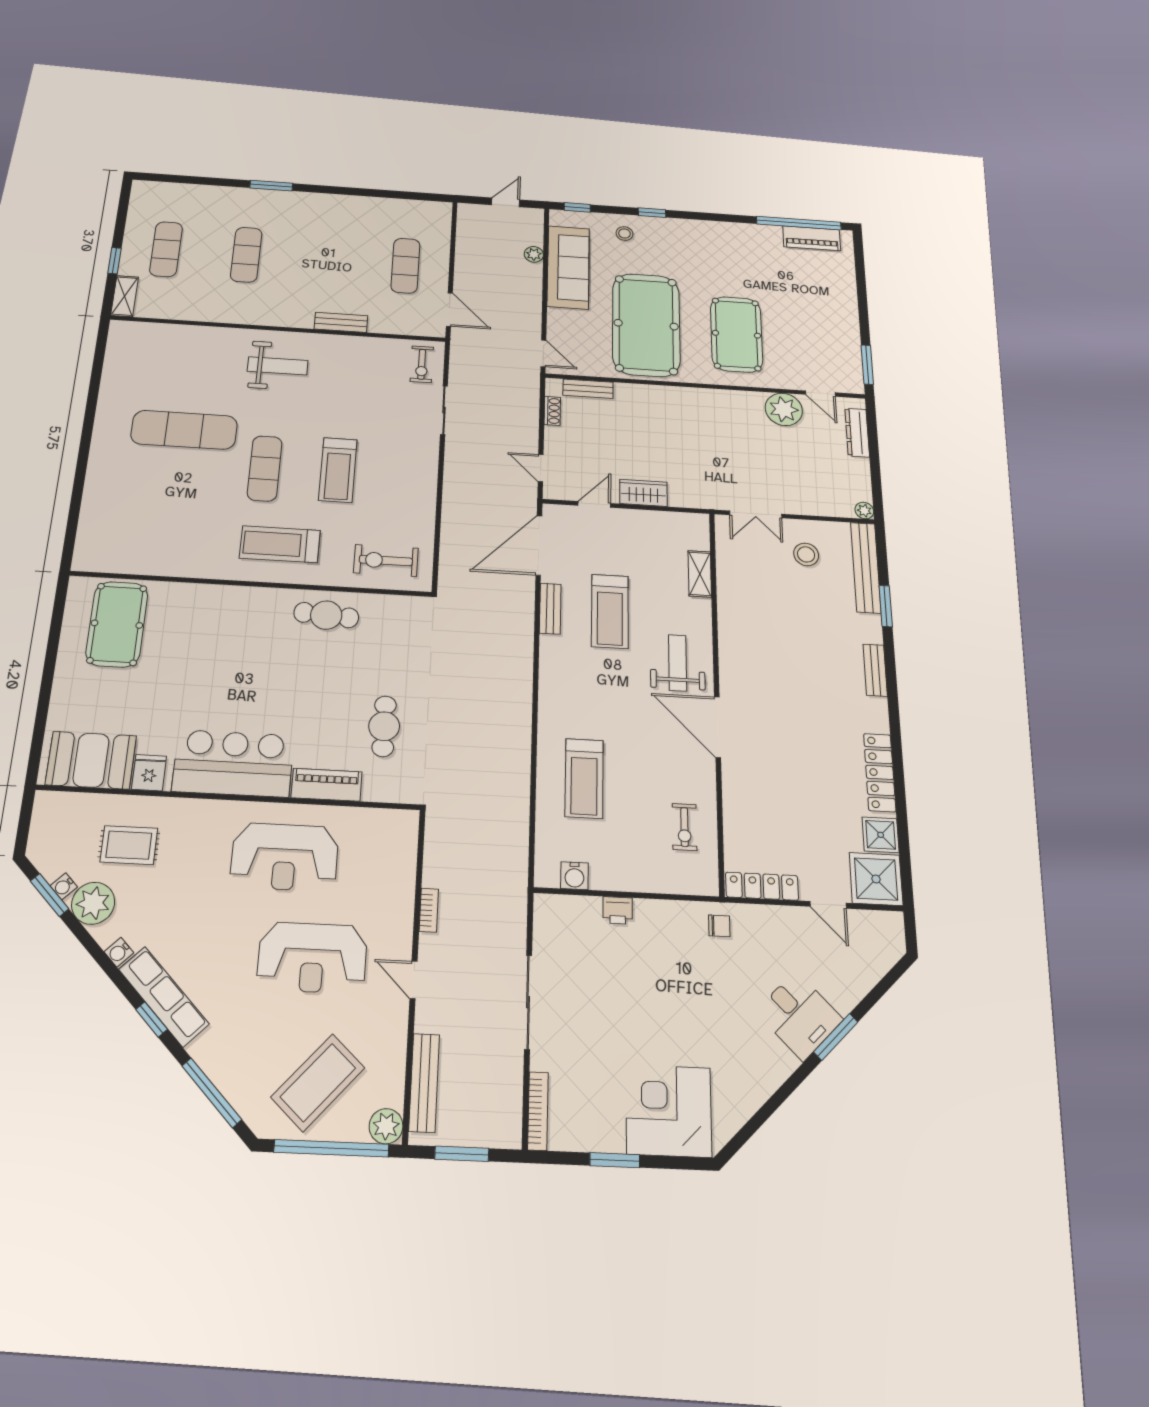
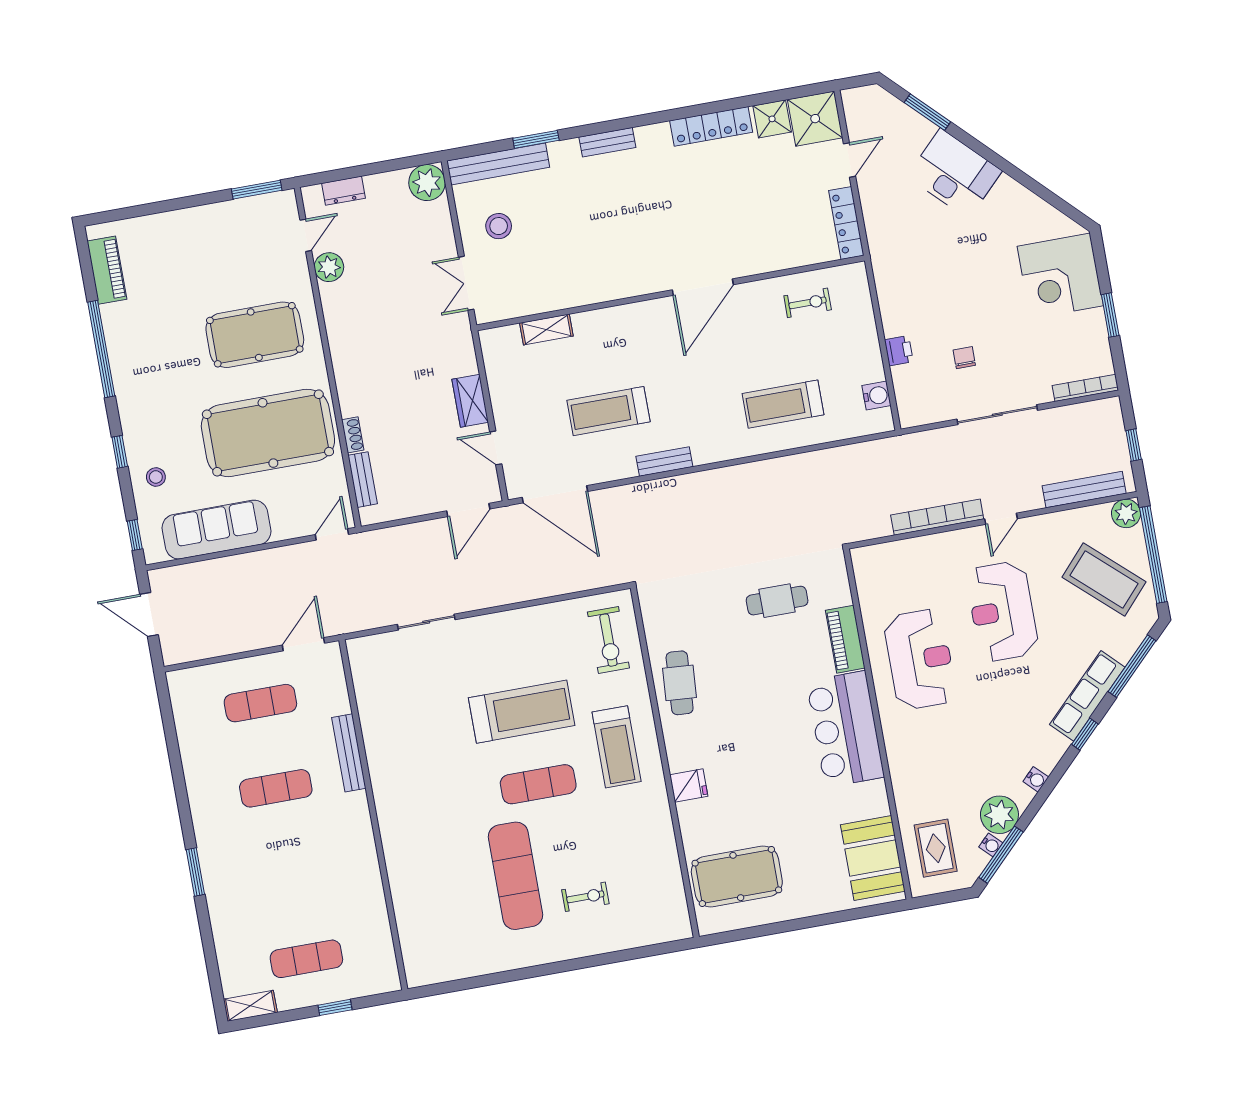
door: (506, 202) -> (149, 615), width x1.38
window: (799, 223) -> (101, 349), moved
plant: (534, 254) -> (210, 570), removed
exercise mat: (246, 255) -> (276, 788), moved
shelving: (125, 296) -> (250, 1006), moved
bench: (341, 322) -> (349, 753), width x1.36
exercise bike: (422, 364) -> (585, 897), moved
weight bench: (278, 366) -> (418, 804), removed
plant: (784, 409) -> (329, 267), width x0.73, depth x0.73
shoe rack: (552, 411) -> (353, 435), moved, turned 90
dresser: (857, 433) -> (343, 191), width x0.70
door: (541, 468) -> (468, 510), width x1.38
treadmill: (338, 470) -> (522, 712), width x1.37, depth x1.38
plant: (864, 511) -> (427, 183), width x1.88, depth x1.88
double door: (756, 514) -> (466, 283), swing flipped
bench: (550, 609) -> (664, 462), moved
treadmill: (610, 611) -> (609, 411), turned 180
weight bench: (678, 663) -> (647, 336), removed
fridge: (149, 773) -> (689, 785), moved, turned 180
treadmill: (584, 778) -> (783, 404), turned 180
rug: (129, 845) -> (936, 848), moved
window: (50, 895) -> (1001, 855), width x1.44
bookcase: (429, 910) -> (937, 517), width x2.31, depth x1.31
chair: (719, 926) -> (964, 358), moved
reception desk: (312, 958) -> (1002, 611), turned 180
row of seats: (164, 996) -> (1087, 696), moved
desk: (799, 1015) -> (954, 174), width x1.37
window: (836, 1037) -> (927, 112), moved
window: (462, 1154) -> (1134, 445), width x0.67

